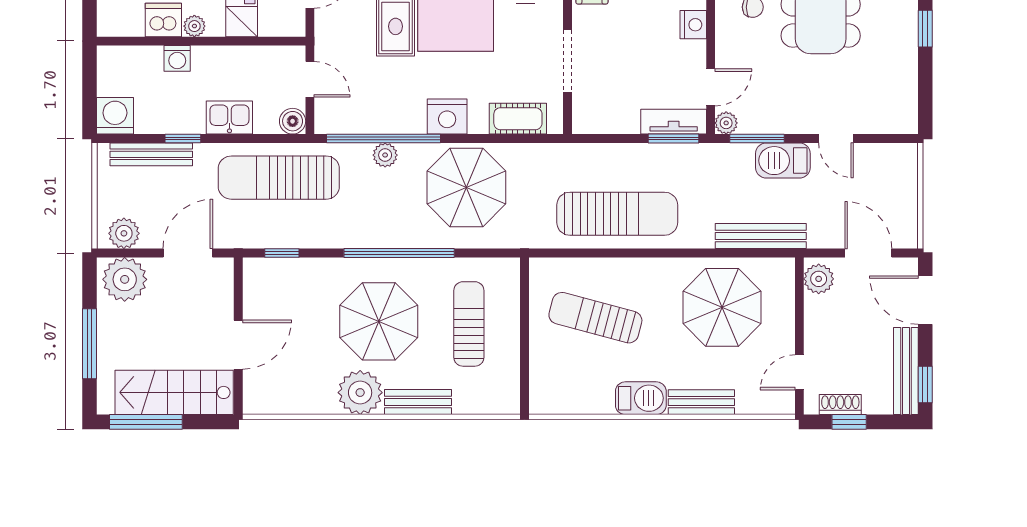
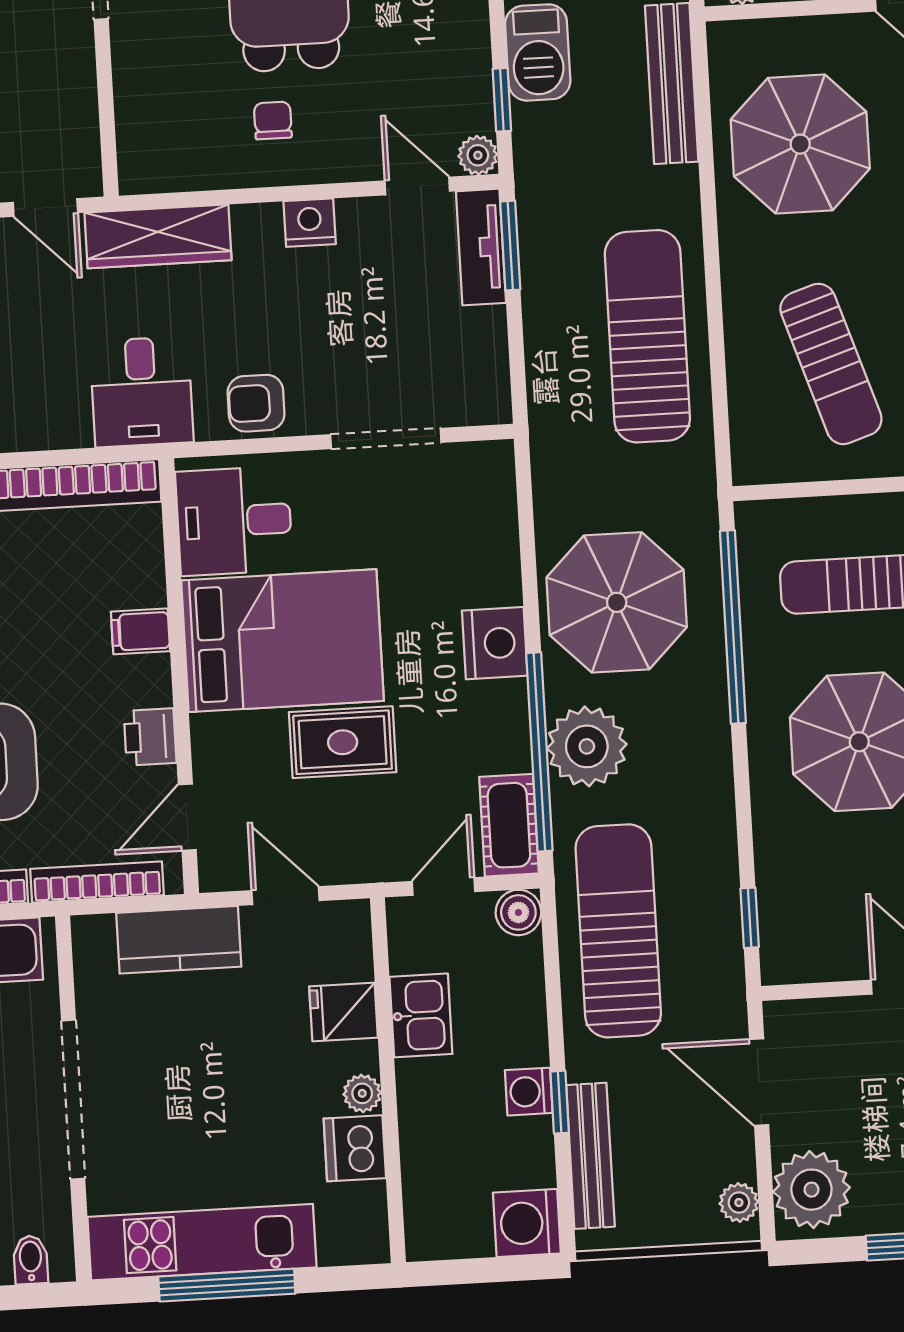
washing machine: (177, 58) -> (529, 1092), moved, turned 180
kitchen sink: (229, 117) -> (421, 1015), moved, turned 180
cot: (518, 119) -> (509, 825), moved
window: (757, 138) -> (502, 100), width x0.67
plant: (385, 155) -> (587, 746), width x1.87, depth x1.87
sun lounger: (279, 178) -> (618, 931), turned 180
plant: (124, 233) -> (739, 1203), width x0.73, depth x0.73
window: (399, 253) -> (733, 627), moved
sun lounger: (595, 318) -> (831, 364), turned -33

